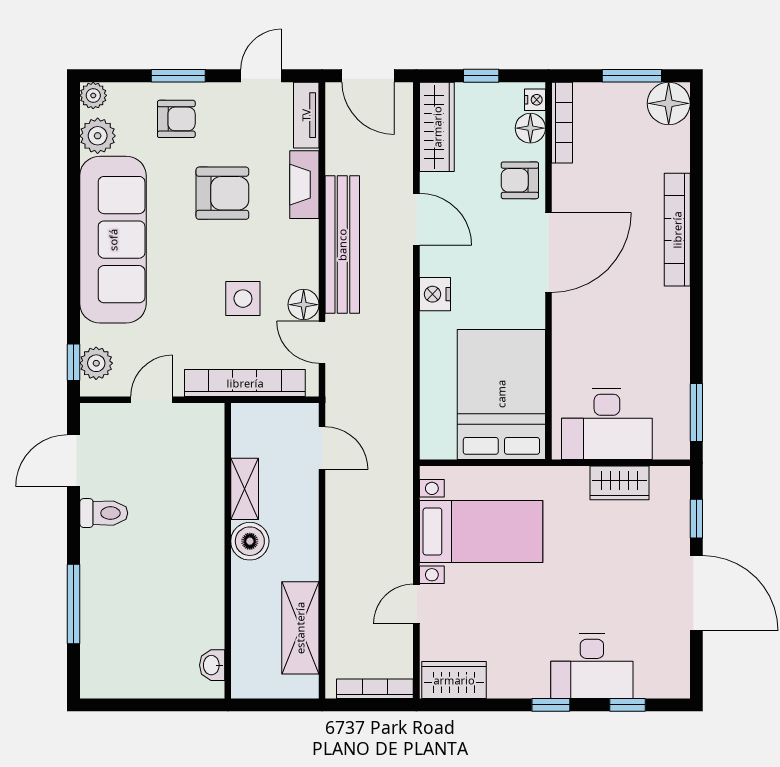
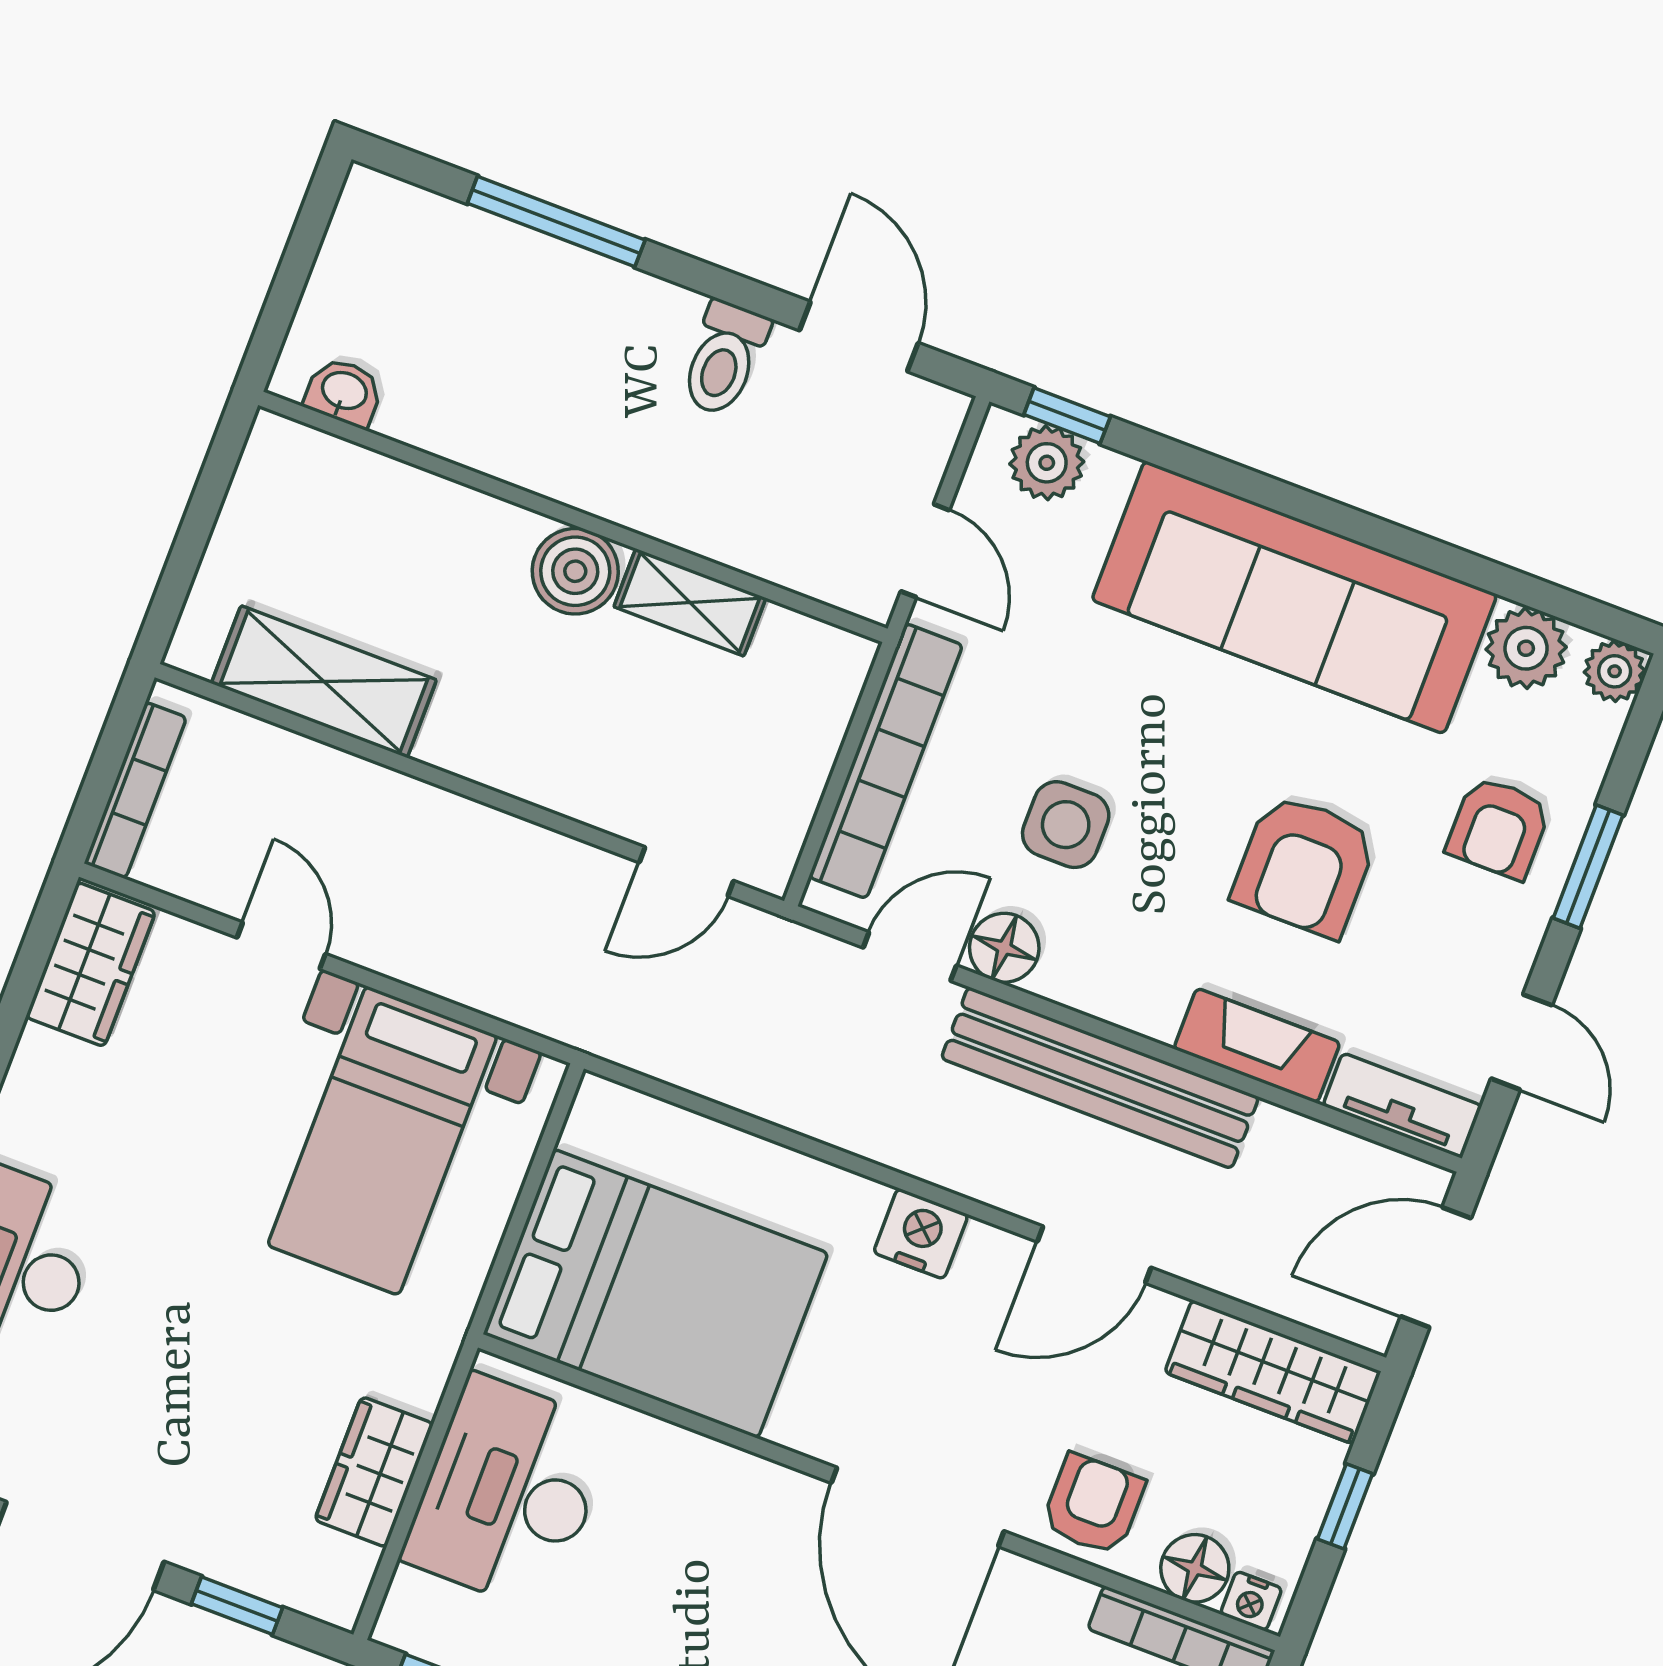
shelving: (245, 489) -> (690, 602), moved
boiler: (250, 541) -> (575, 571), moved
wall: (228, 551) -> (573, 517), moved
washbasin: (212, 665) -> (344, 392), moved

